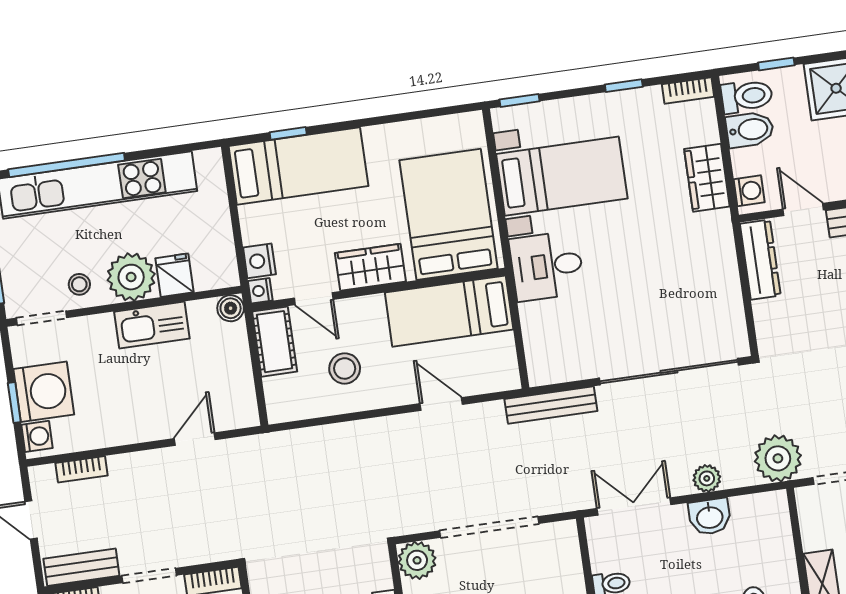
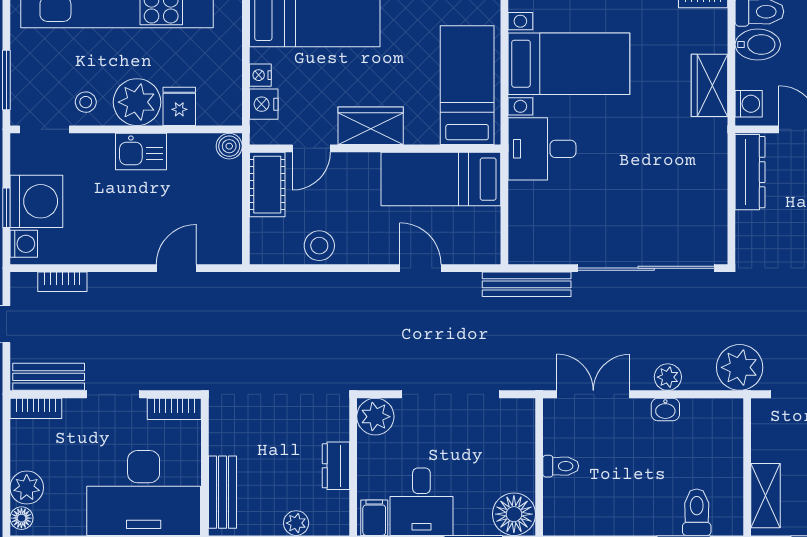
bed: (449, 214) -> (467, 85), width x0.67
nightstand: (260, 291) -> (260, 75), moved
door: (314, 299) -> (311, 148), hinge flipped
kitchen sink: (152, 325) -> (141, 152), width x0.73
stool: (345, 368) -> (319, 246), moved
washbasin: (710, 517) -> (665, 409), width x0.72, depth x0.69

